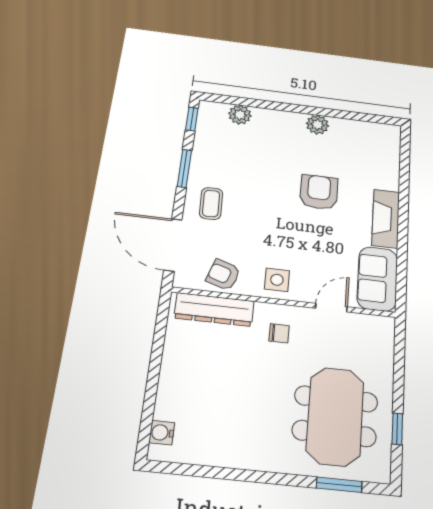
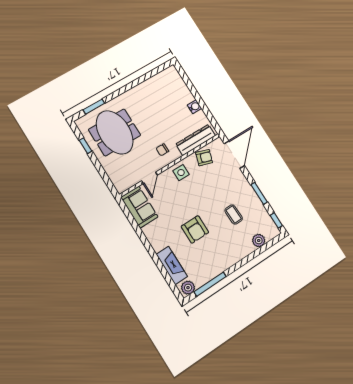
window: (352, 116) -> (210, 284), added
plant: (317, 125) -> (188, 288), moved
coffee table: (211, 203) -> (234, 215), moved
fireplace: (386, 219) -> (172, 265), moved
door: (173, 245) -> (234, 155), hinge flipped
water cooler: (162, 433) -> (195, 107), moved

